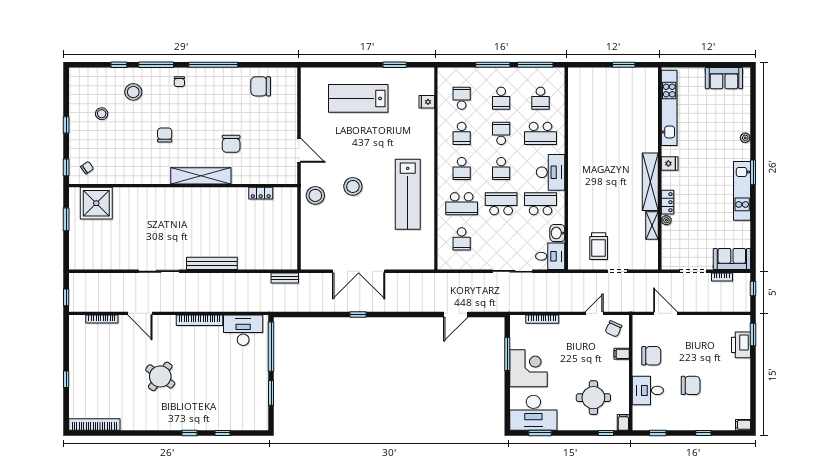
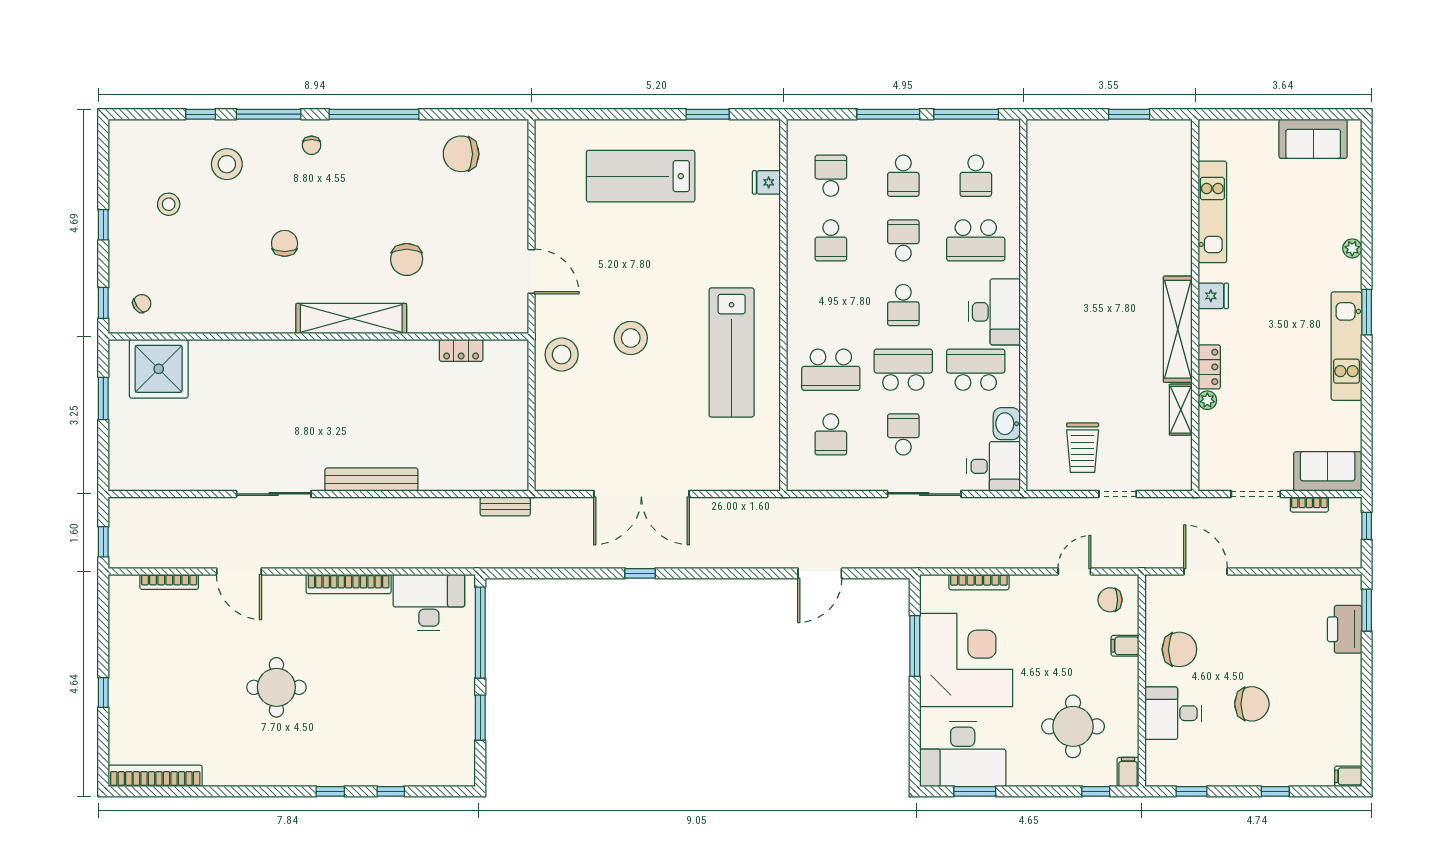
kitchen unit: (669, 108) -> (1212, 212), width x0.73
school desk: (462, 169) -> (903, 434), moved, turned 180
chair: (614, 329) -> (1110, 600), turned 66
corner desk: (529, 368) -> (966, 660), width x1.36, depth x1.36
round table: (160, 376) -> (276, 687), turned -36

